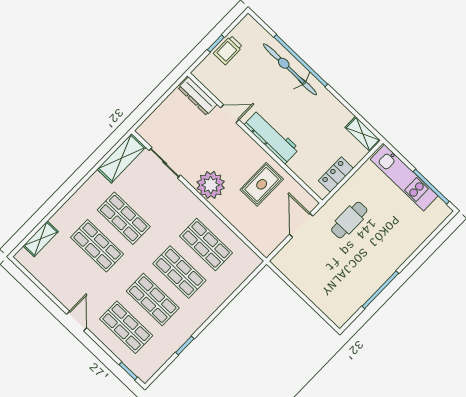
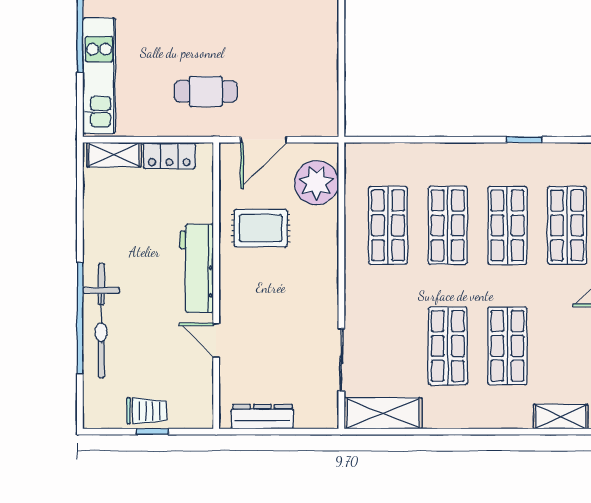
dresser: (198, 96) -> (262, 417), moved, turned -90
shelving: (363, 134) -> (114, 155), moved, turned 90
plant: (211, 185) -> (316, 183), moved

